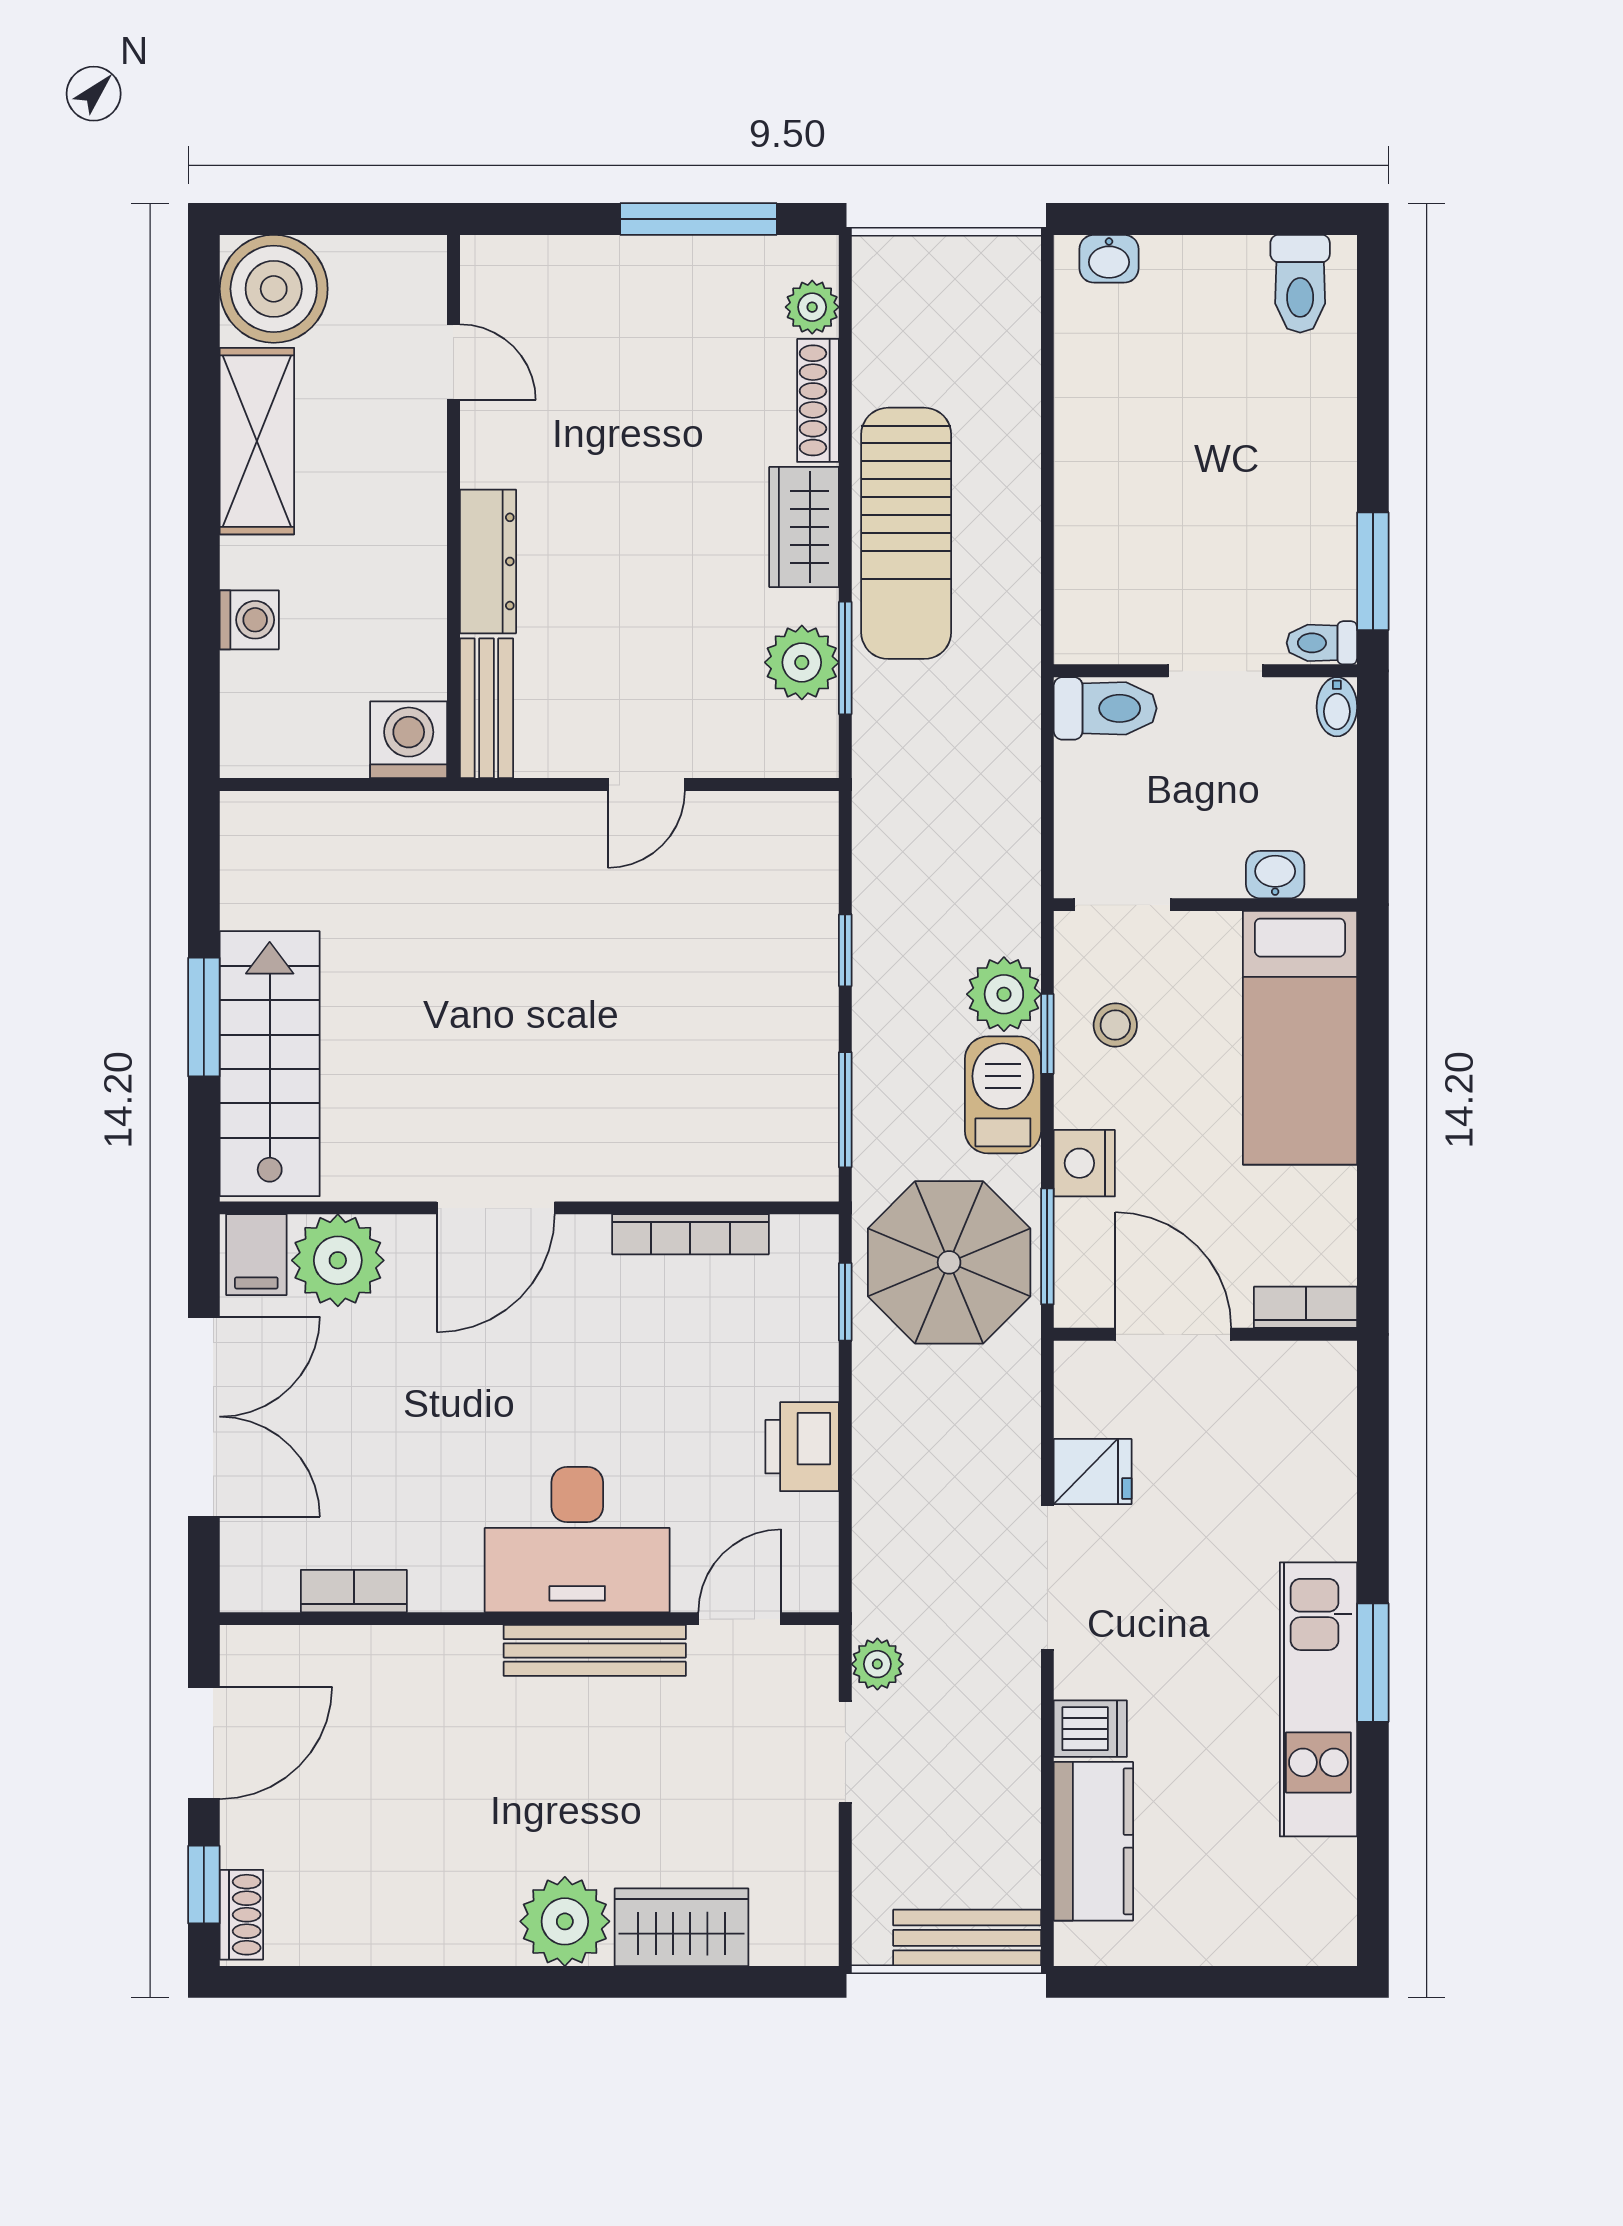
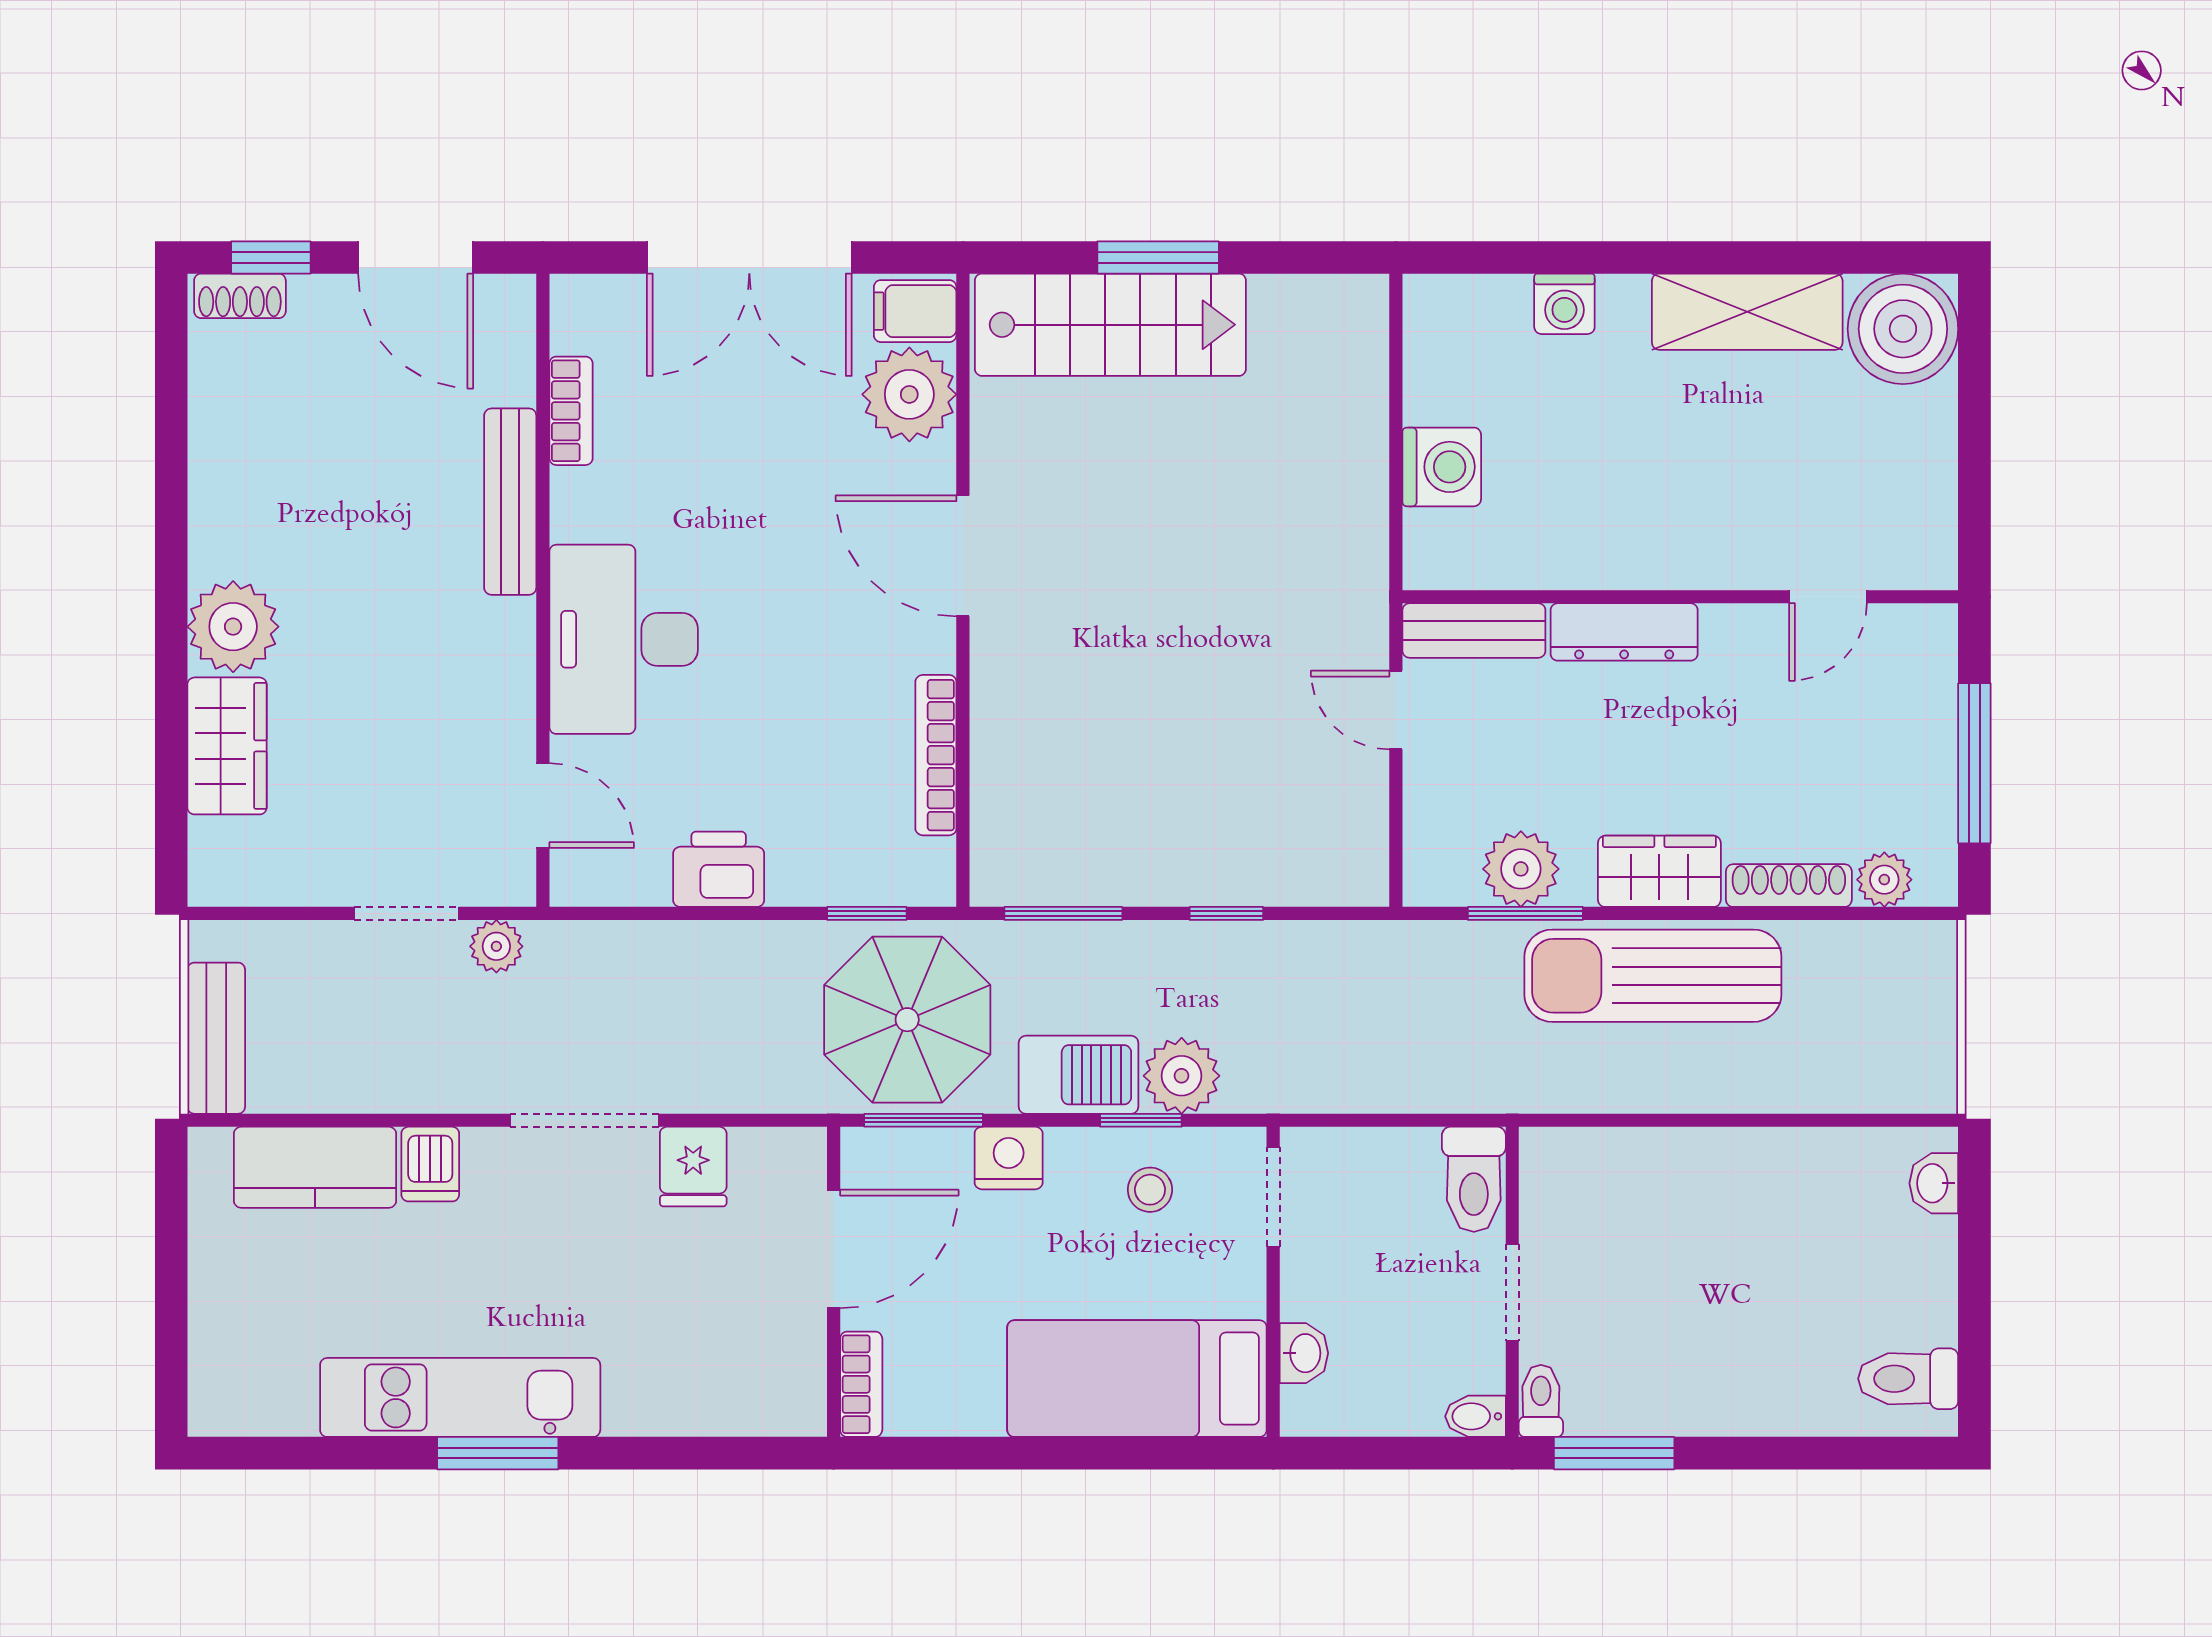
door: (453, 362) -> (1828, 597), moved
wall: (453, 507) -> (1680, 597), moved
dresser: (488, 561) -> (1624, 632), moved
bench: (486, 708) -> (1474, 631), moved
bench: (595, 1650) -> (510, 502), moved

